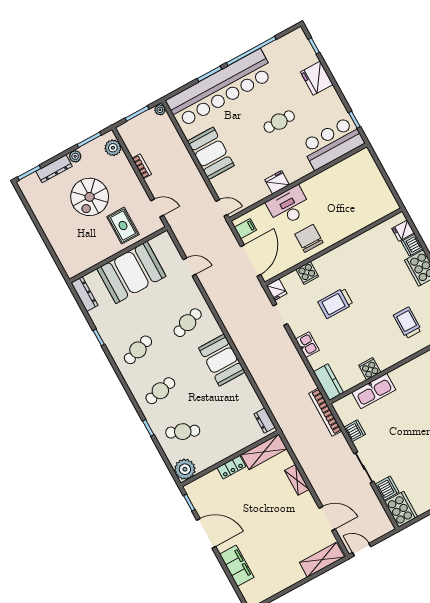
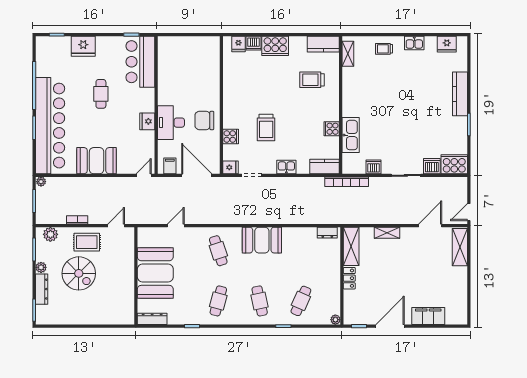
rug: (123, 226) -> (87, 242), moved
cafe table: (138, 350) -> (218, 301), turned 33
plant: (185, 469) -> (335, 320), width x0.53, depth x0.53

